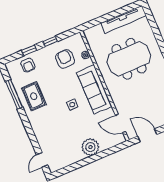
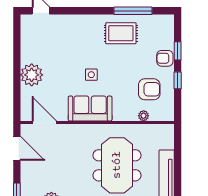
armchair: (28, 65) -> (165, 58), moved
sofa: (94, 90) -> (90, 108), width x0.73
door: (120, 124) -> (44, 122), hinge flipped
door: (147, 135) -> (17, 148), hinge flipped

